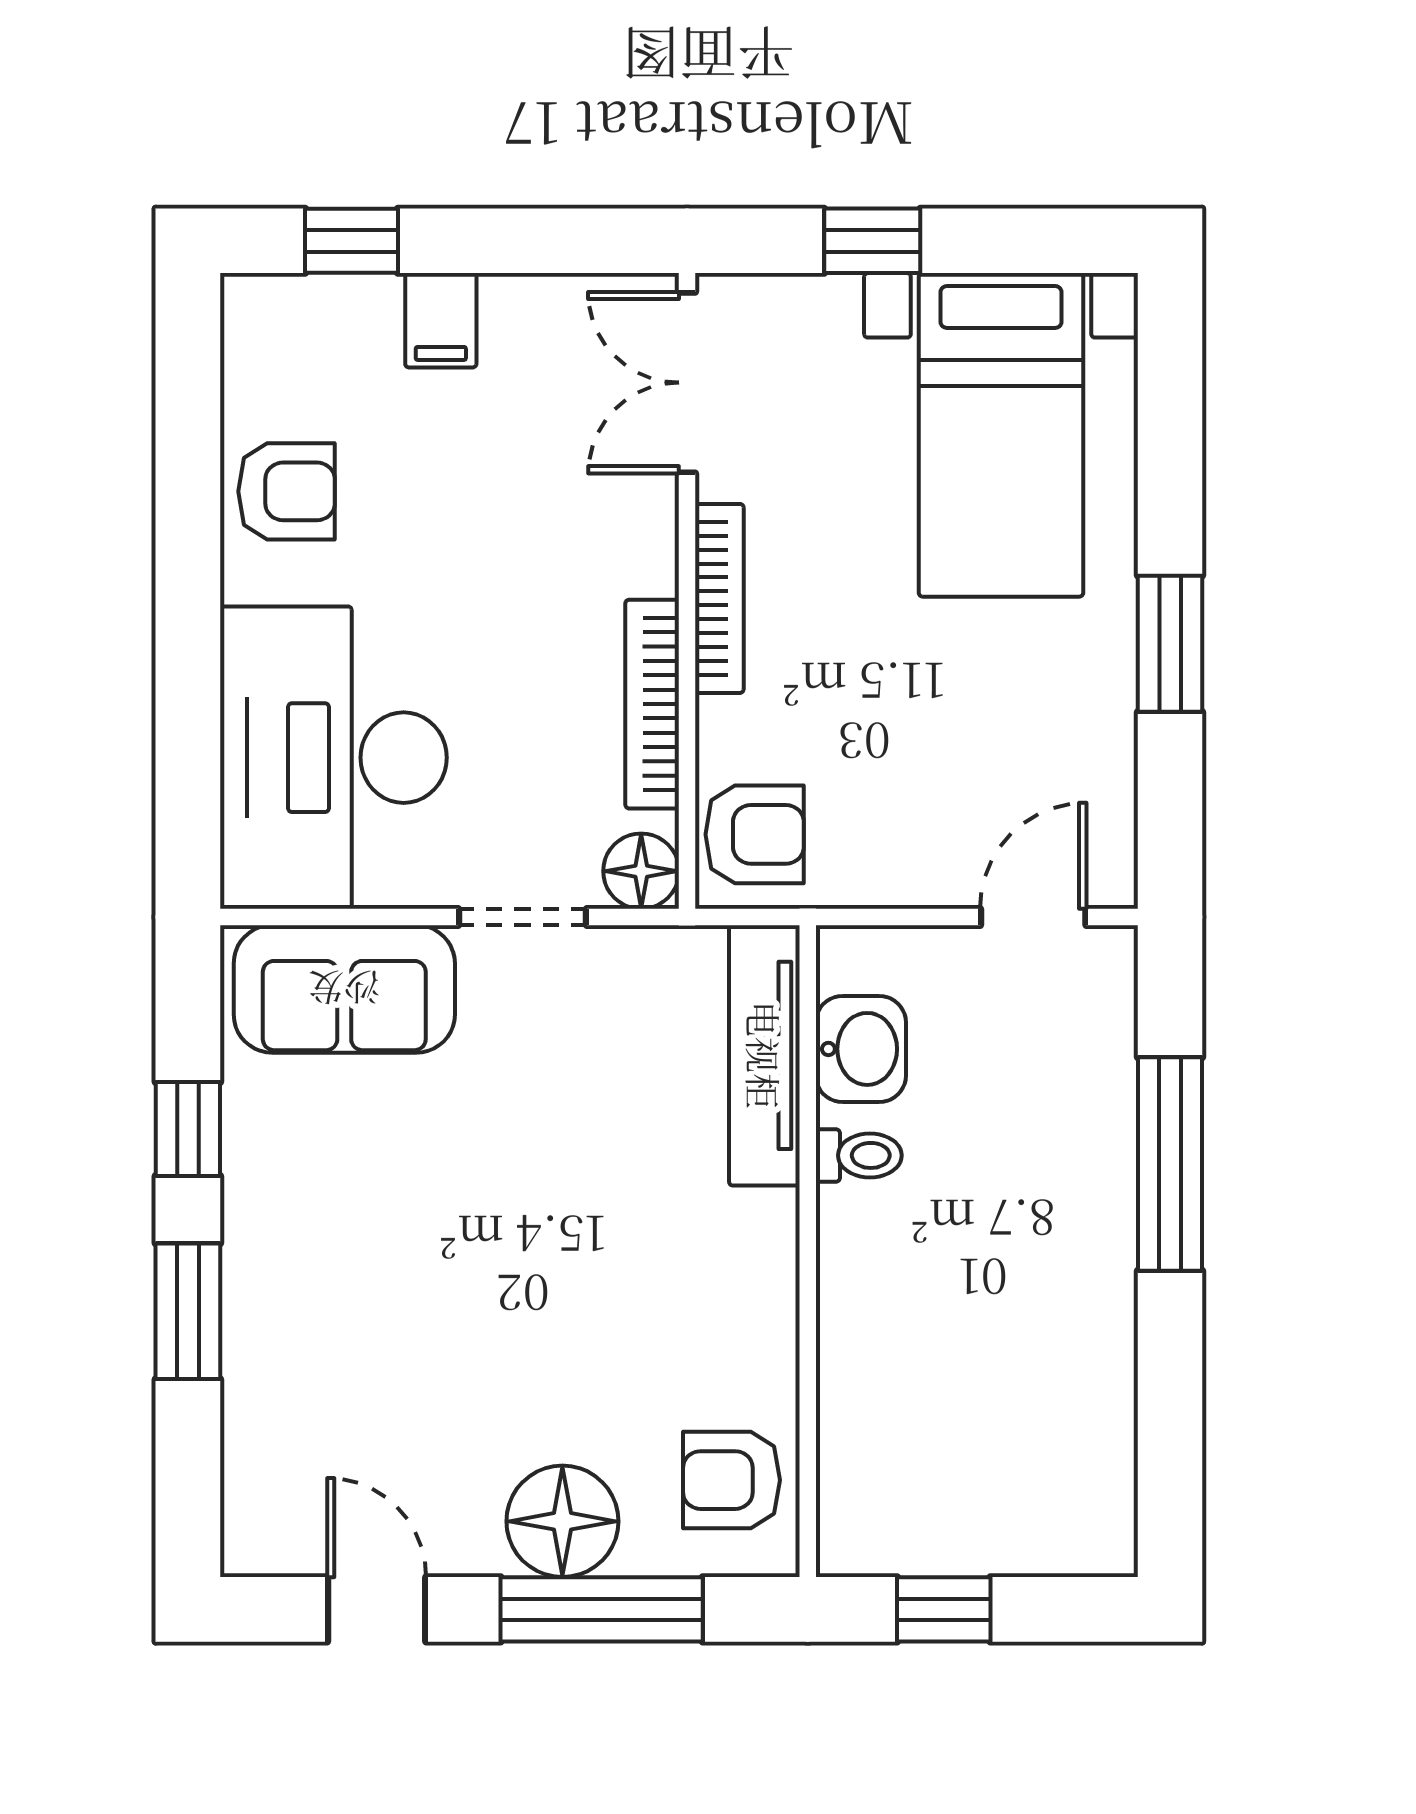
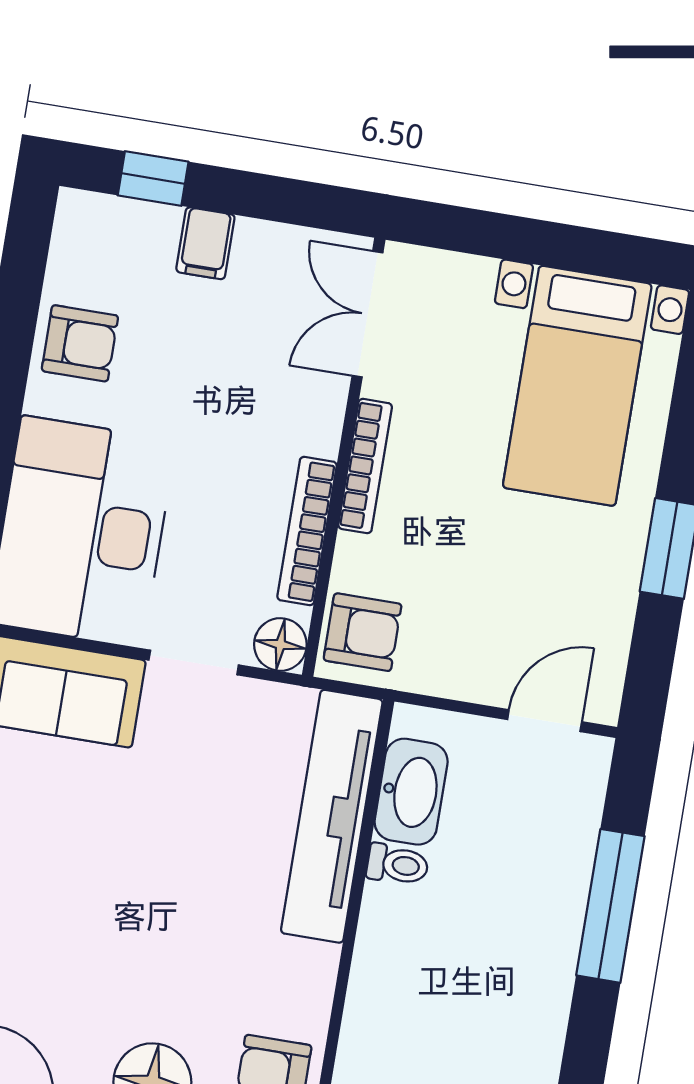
window: (872, 241) -> (511, 238), removed
washbasin: (861, 1049) -> (411, 792), width x1.38
tv unit: (764, 1055) -> (332, 816), width x1.36, depth x1.29

